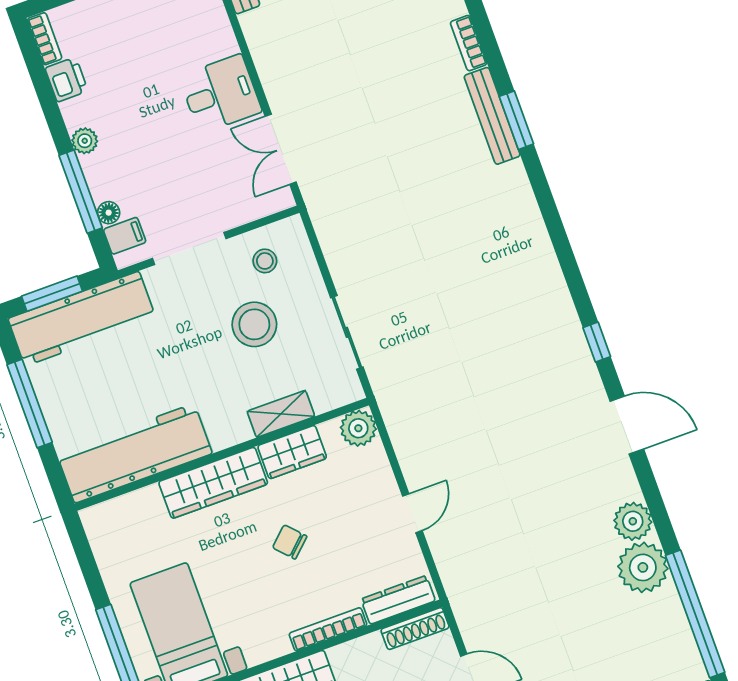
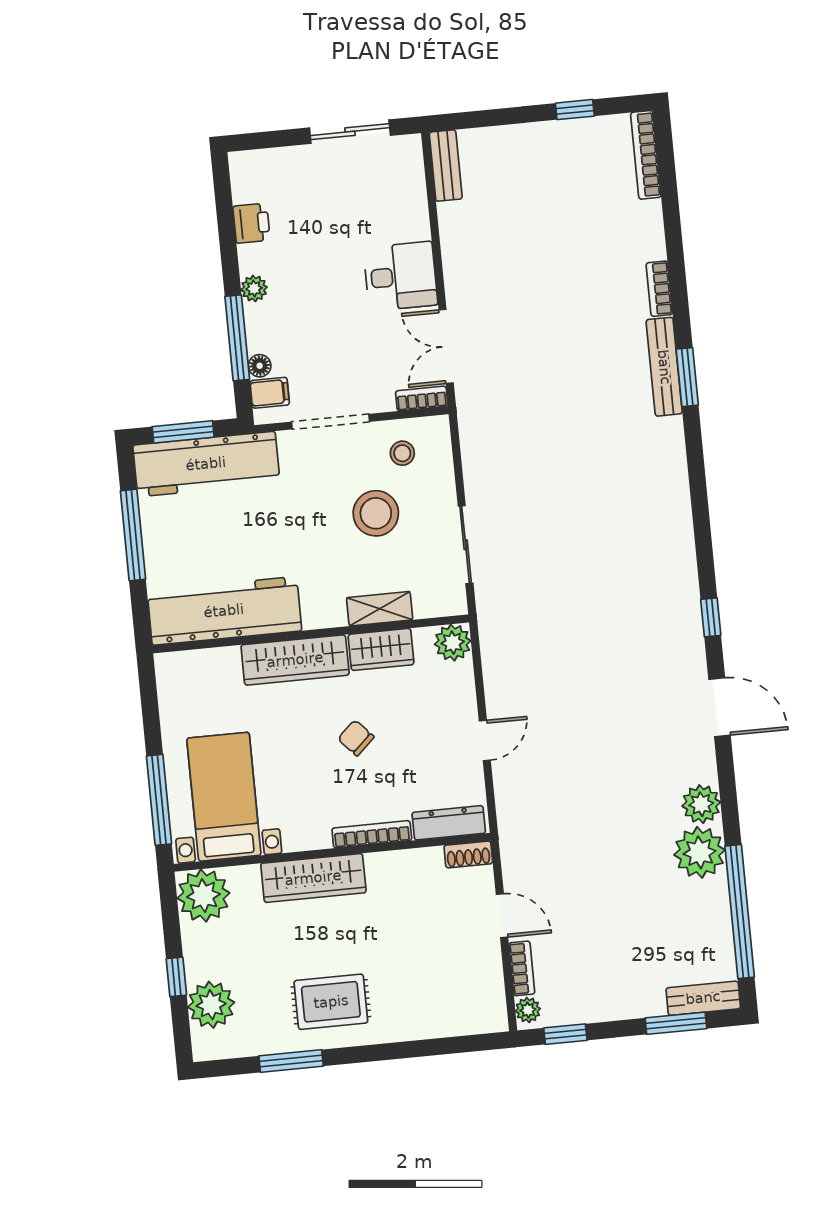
bookcase: (45, 39) -> (422, 399), moved, turned -90
shoe rack: (415, 628) -> (468, 854), width x0.70

